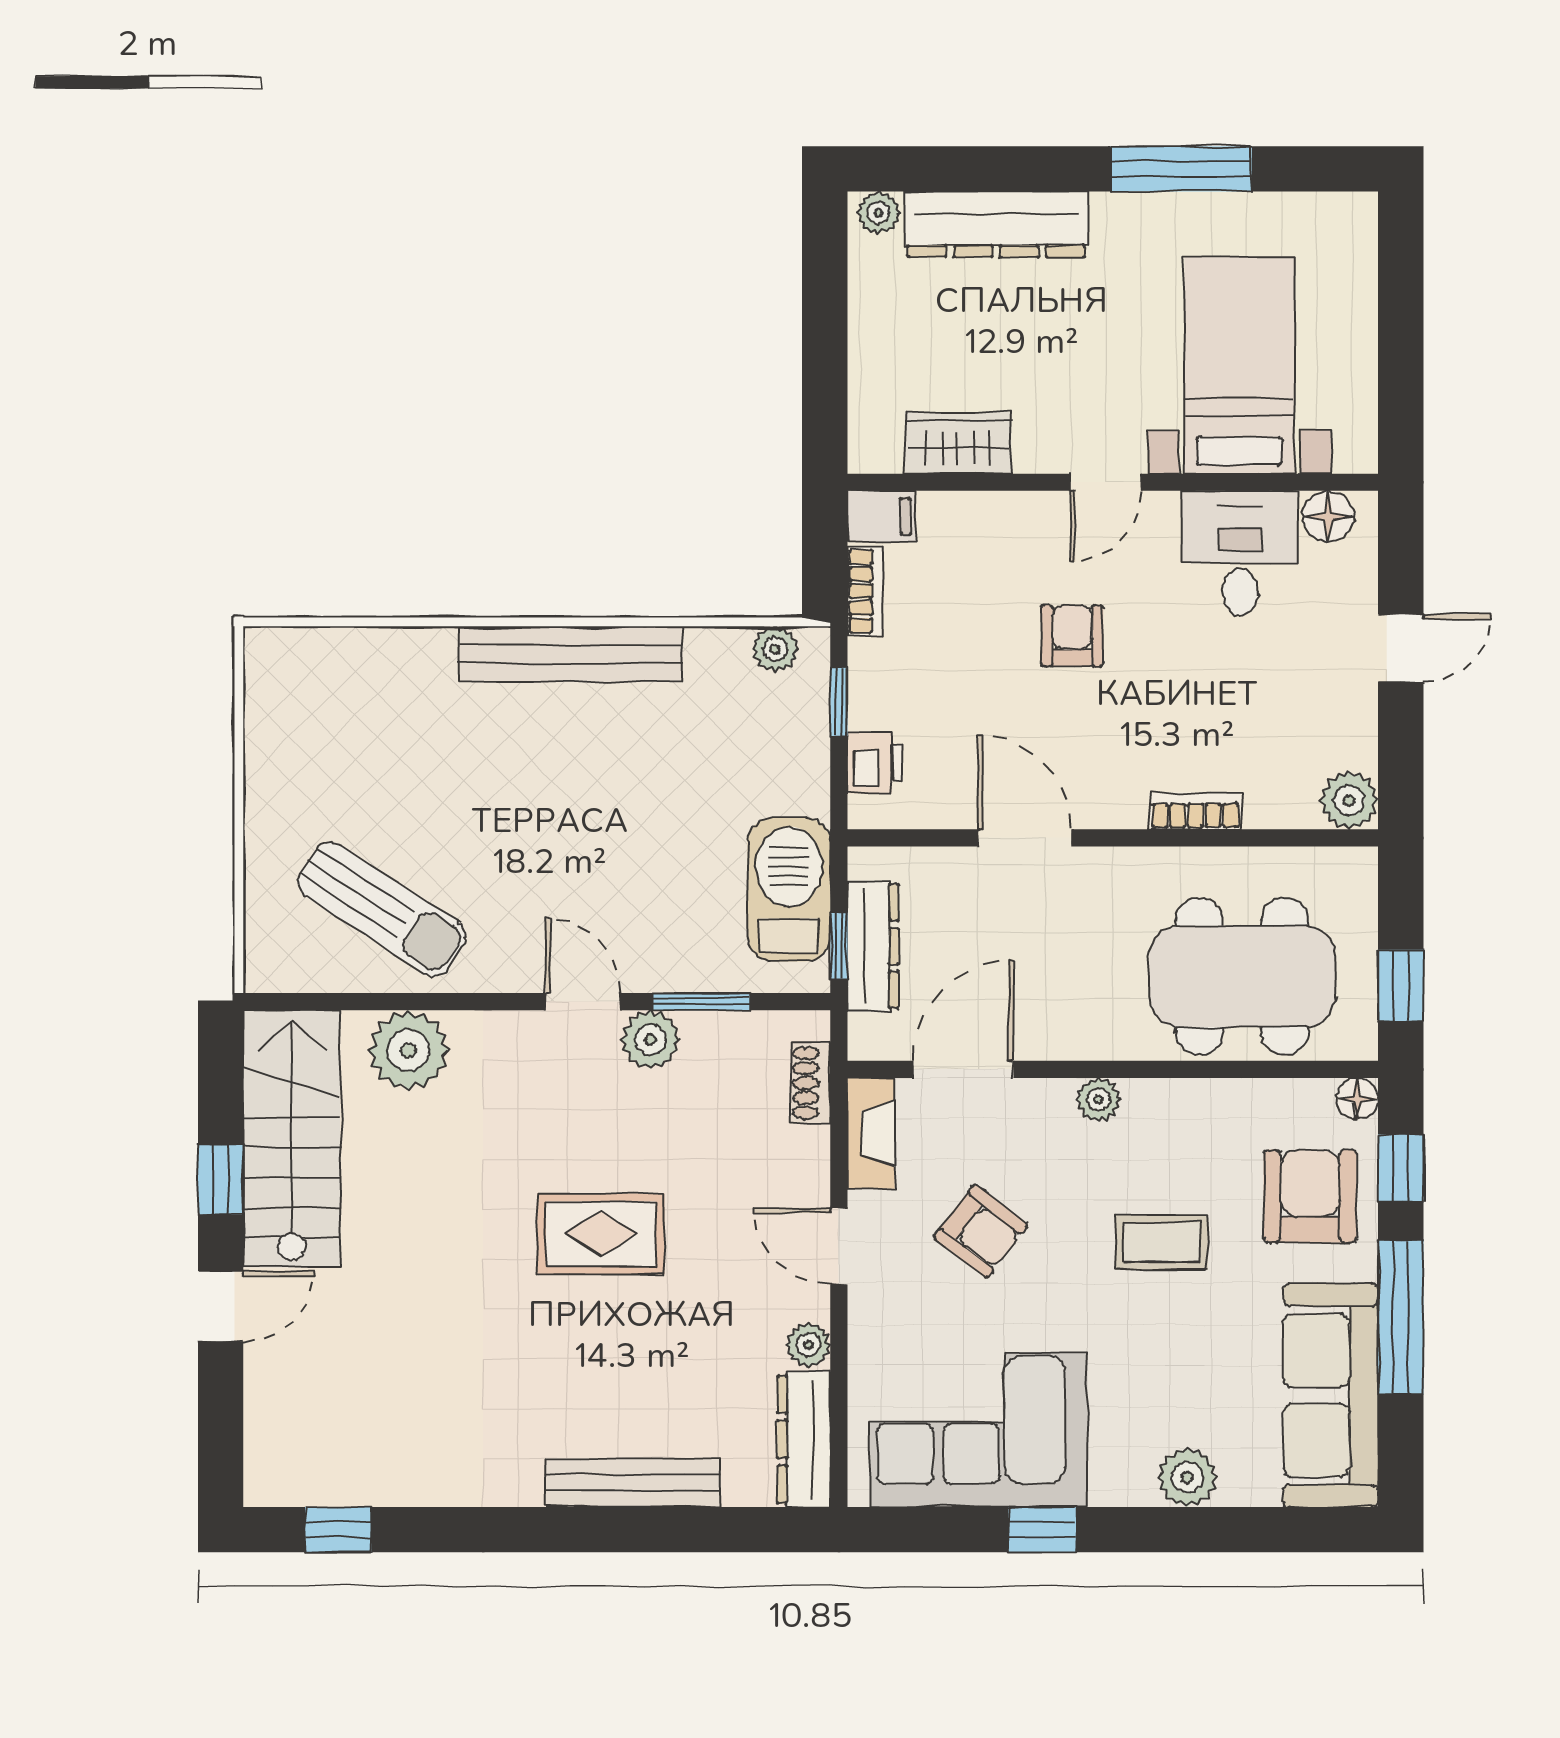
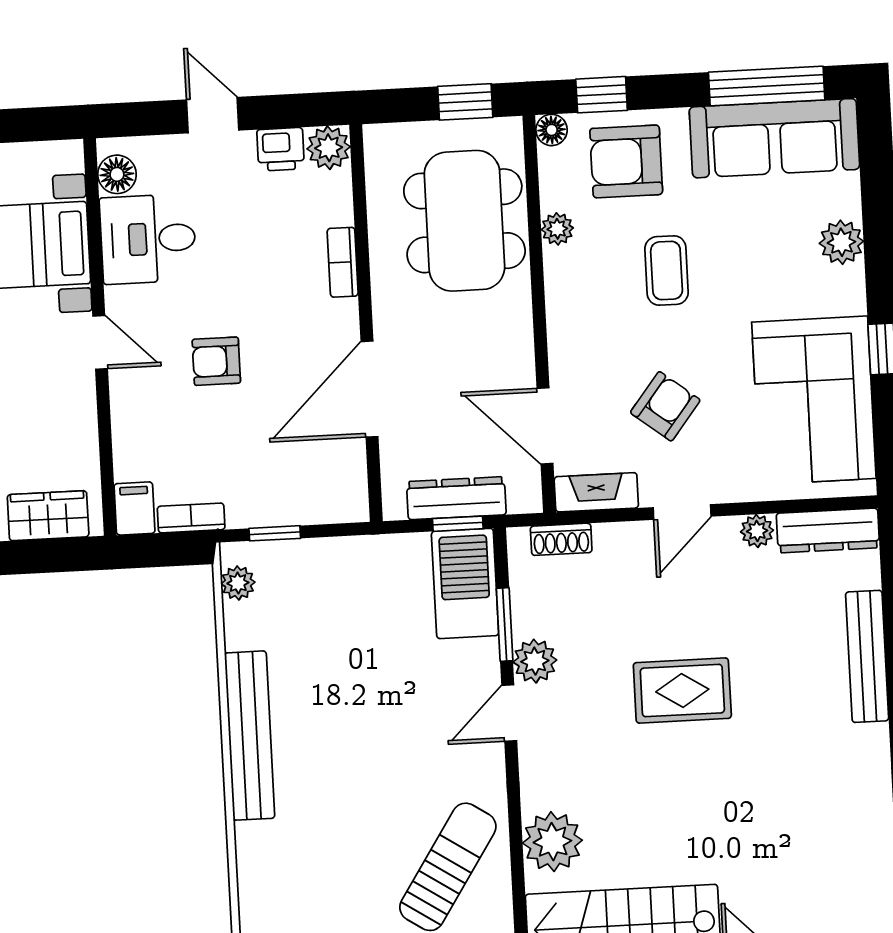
wardrobe: (958, 443) -> (48, 516), moved, turned 90
printer: (875, 763) -> (281, 149), moved, turned 180
door: (1025, 838) -> (369, 389), width x1.36
barbecue: (789, 890) -> (465, 583), moved, turned 90
plant: (1099, 1100) -> (557, 229), moved
rug: (601, 1234) -> (682, 690), turned 90
window: (1401, 1317) -> (767, 86), moved

